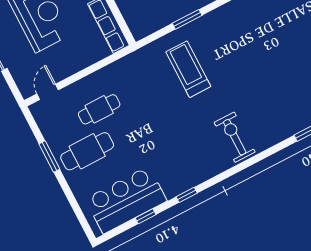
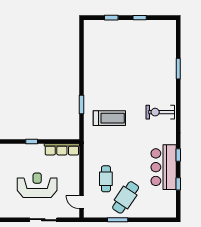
treadmill: (188, 69) -> (109, 118), turned 180
cafe table: (87, 151) -> (126, 197), turned 34
bar counter: (126, 200) -> (164, 167), moved

